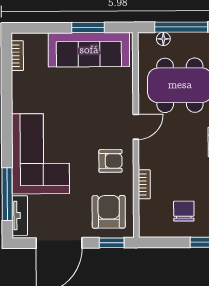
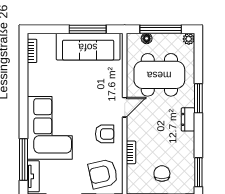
window: (88, 28) -> (88, 29), width x1.44
armchair: (109, 212) -> (103, 174), turned -103

